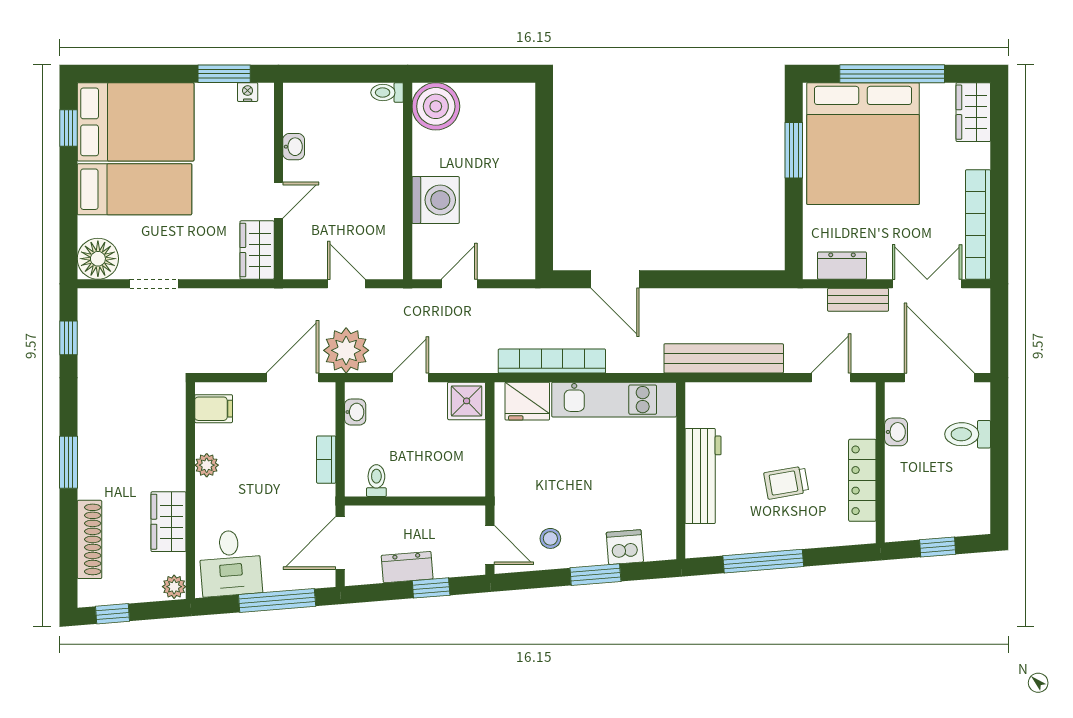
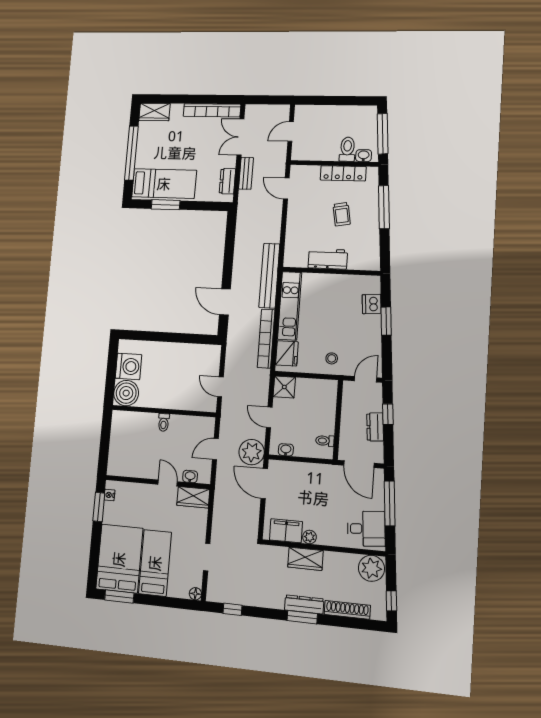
toilet: (387, 93) -> (164, 422), moved
window: (69, 128) -> (119, 597), width x1.50
bed: (863, 144) -> (164, 184), width x0.49
washbasin: (294, 147) -> (190, 476), moved
washing machine: (436, 200) -> (128, 366), moved, turned 90
floor lamp: (98, 259) -> (195, 594), width x0.53, depth x0.53
door: (615, 279) -> (225, 302), swing flipped
bench: (724, 358) -> (269, 276), moved
door: (939, 378) -> (291, 131), width x0.53
filing cabinet: (214, 409) -> (286, 531), width x2.00
washbasin: (896, 432) -> (364, 156), moved
toilet: (968, 434) -> (347, 149), moved, turned 180
bookcase: (326, 460) -> (311, 468), removed
dresser: (91, 464) -> (304, 604), added
workbench: (703, 476) -> (328, 259), width x0.73
wardrobe: (169, 522) -> (305, 559), moved
stool: (550, 538) -> (332, 358), moved
window: (938, 547) -> (383, 134), width x2.17
window: (763, 561) -> (384, 207), moved
plant: (174, 587) -> (371, 568), width x1.88, depth x1.88

